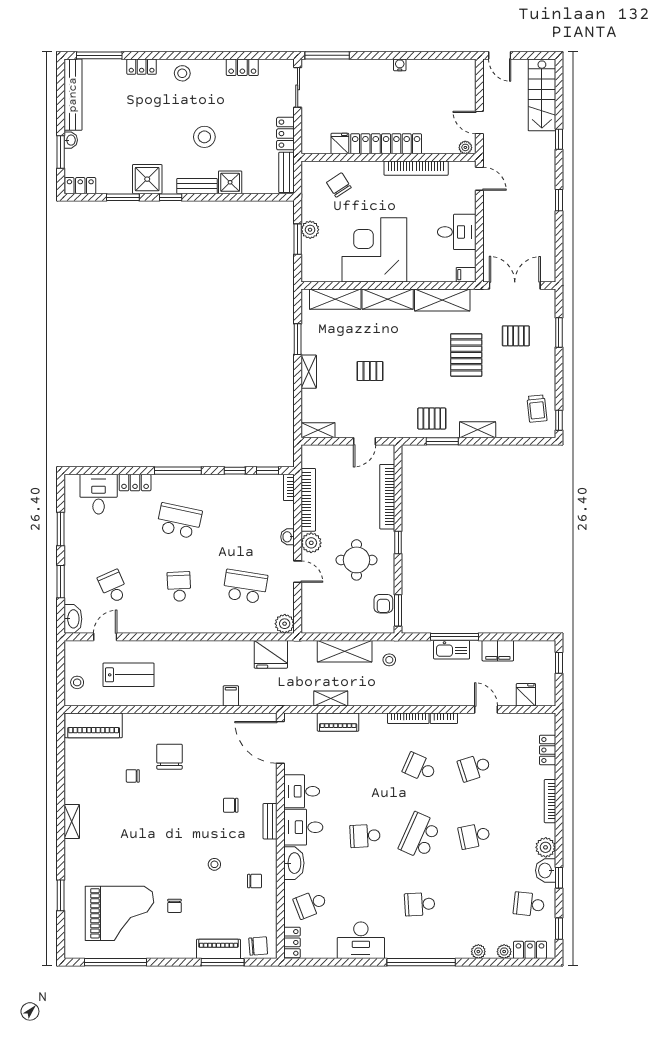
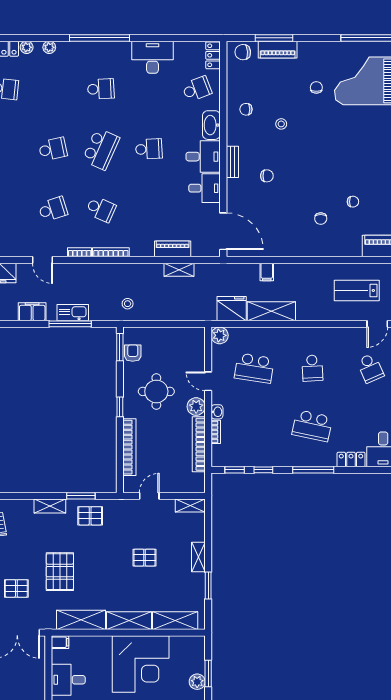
bookcase: (289, 487) -> (216, 432), moved
shelving: (345, 651) -> (271, 311), moved
chair: (170, 757) -> (321, 219), width x0.54, depth x0.54

